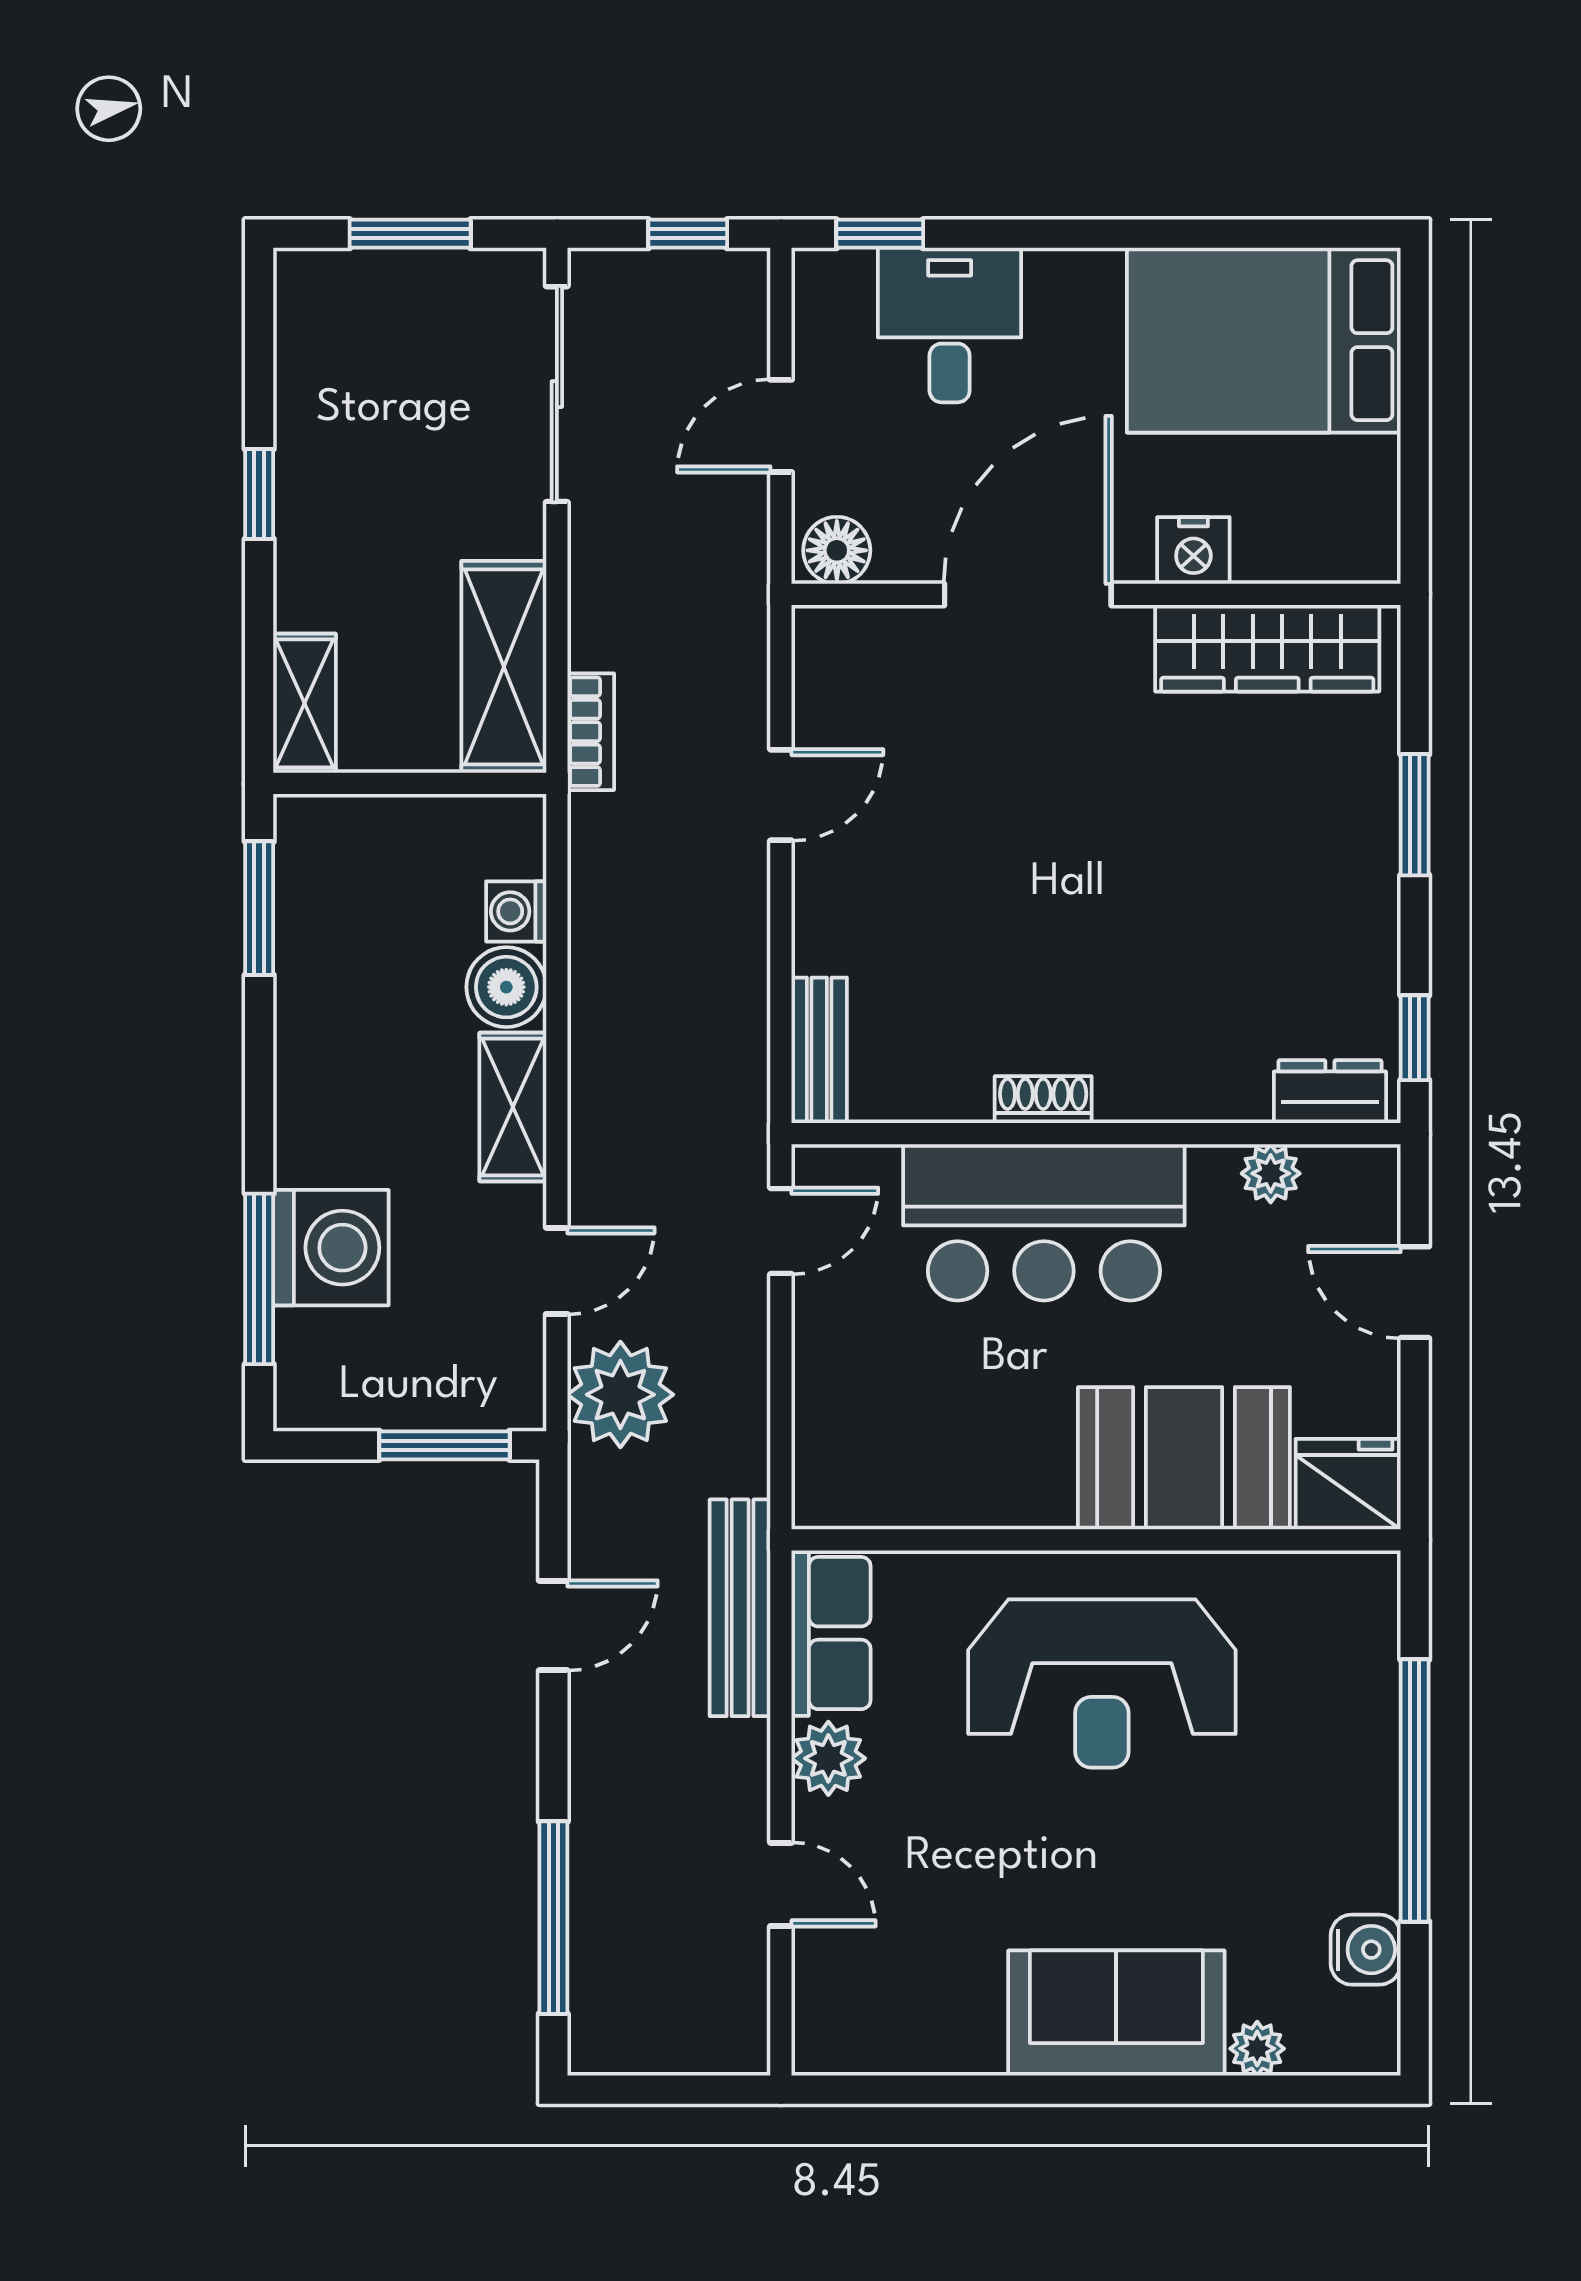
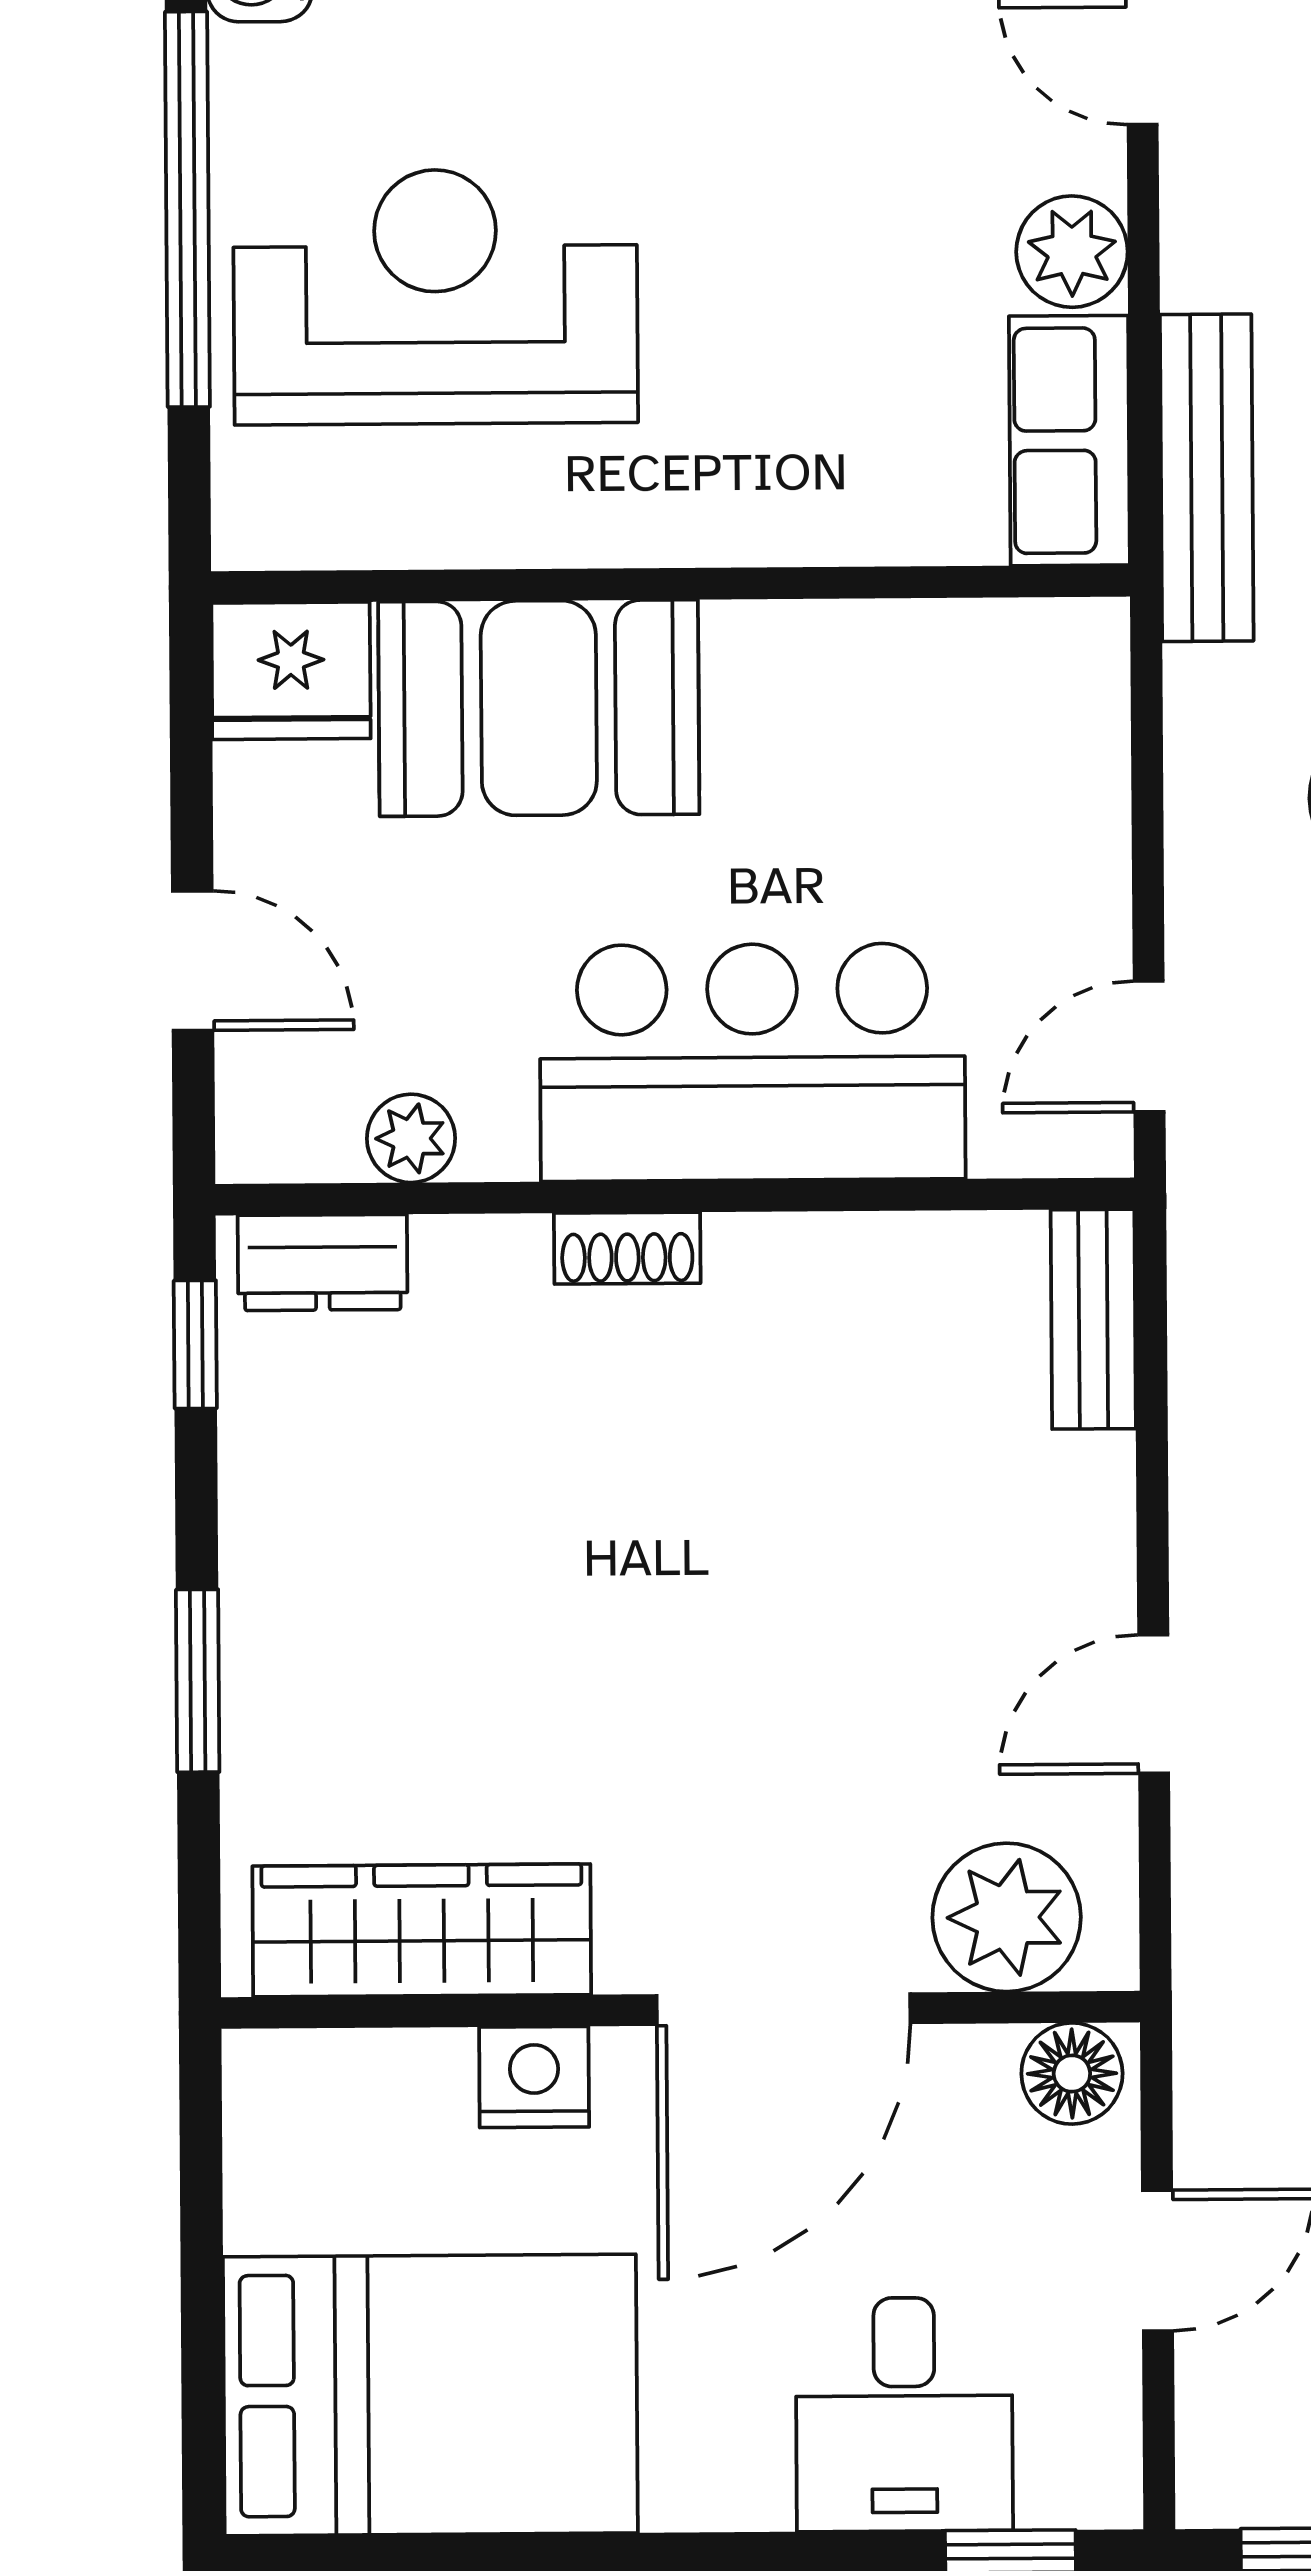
plant: (879, 654) -> (1007, 1917), added
shoe rack: (1043, 1100) -> (627, 1248), moved
reception desk: (1102, 1683) -> (435, 297), moved

